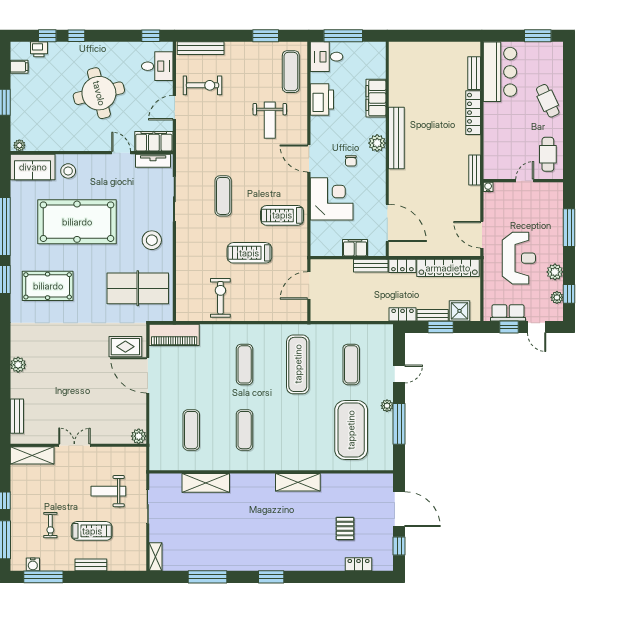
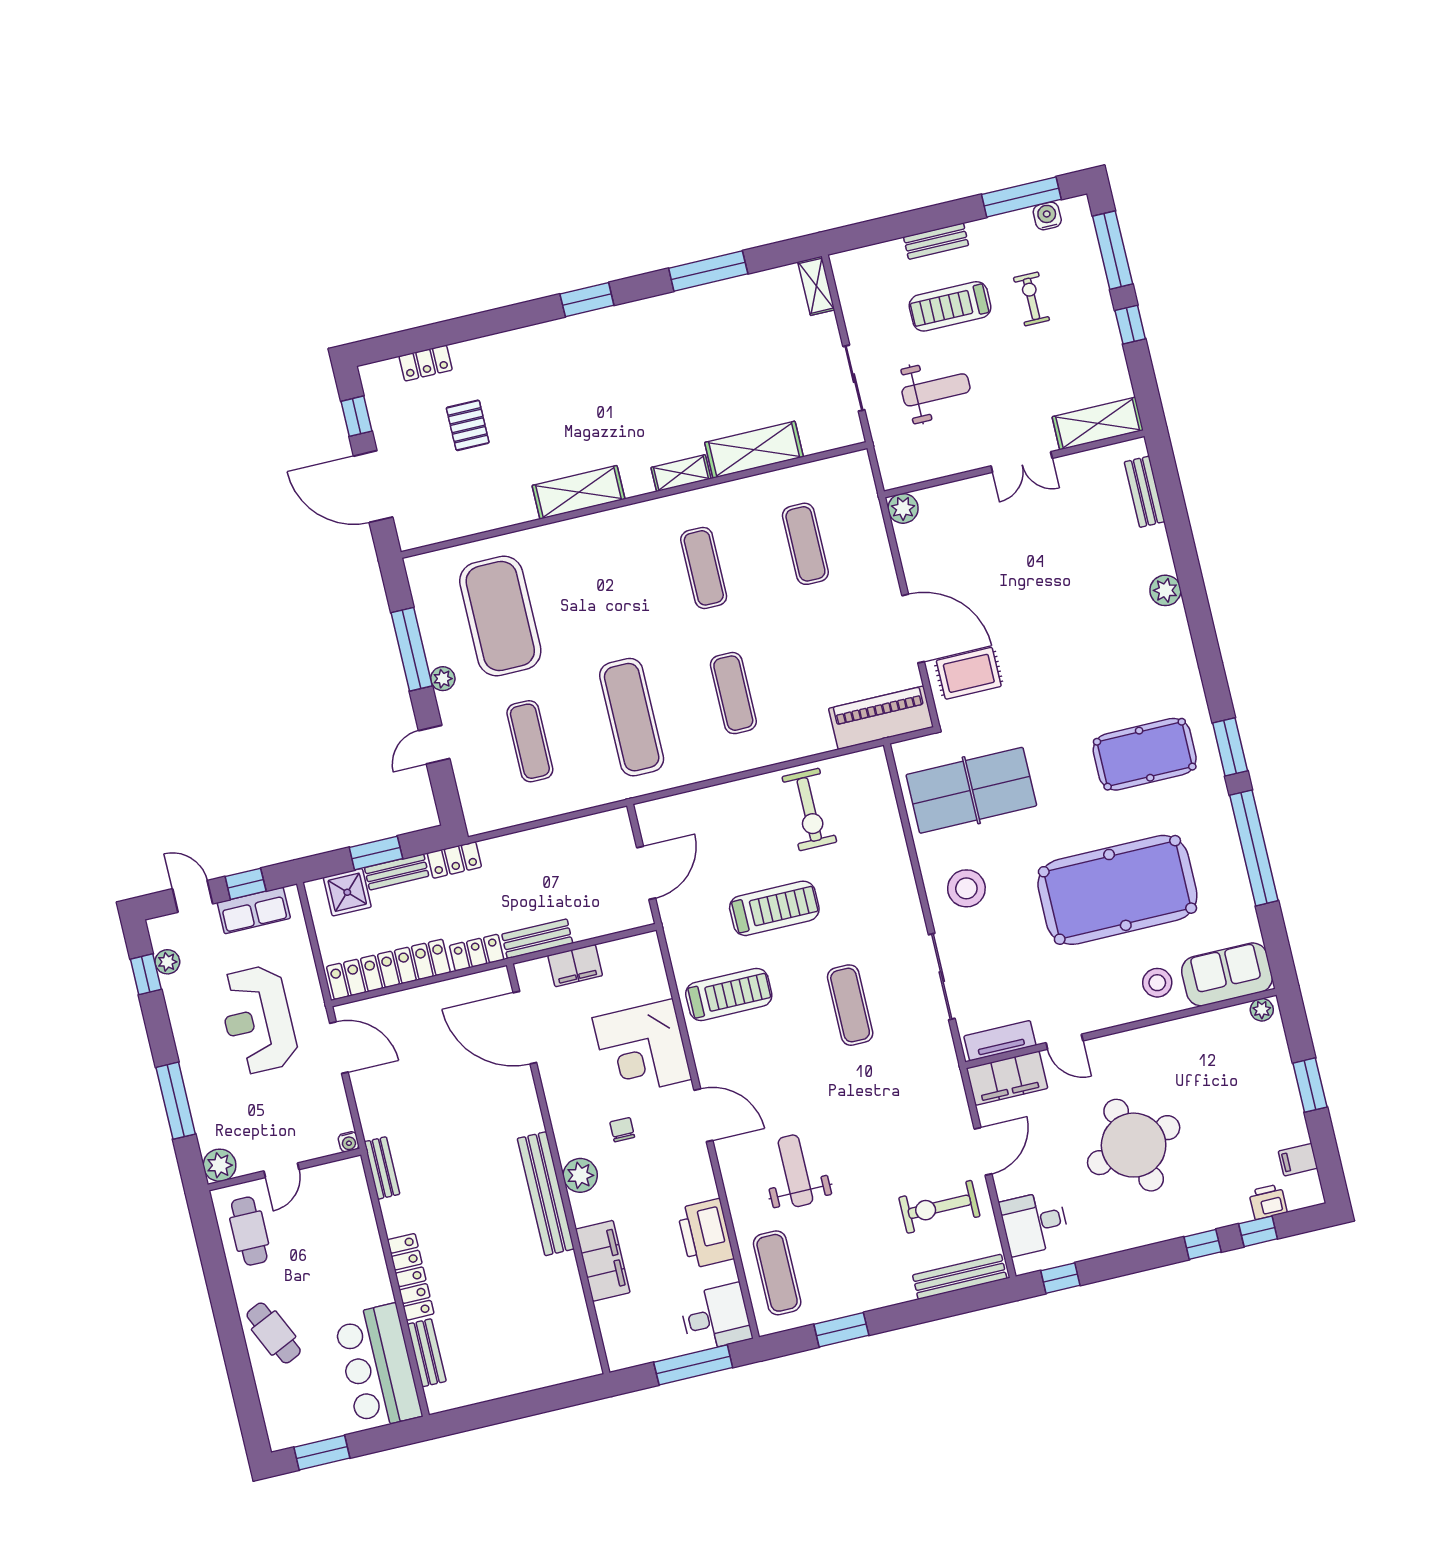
plant: (555, 272) -> (220, 1165), moved
shelving: (245, 480) -> (681, 473), added

